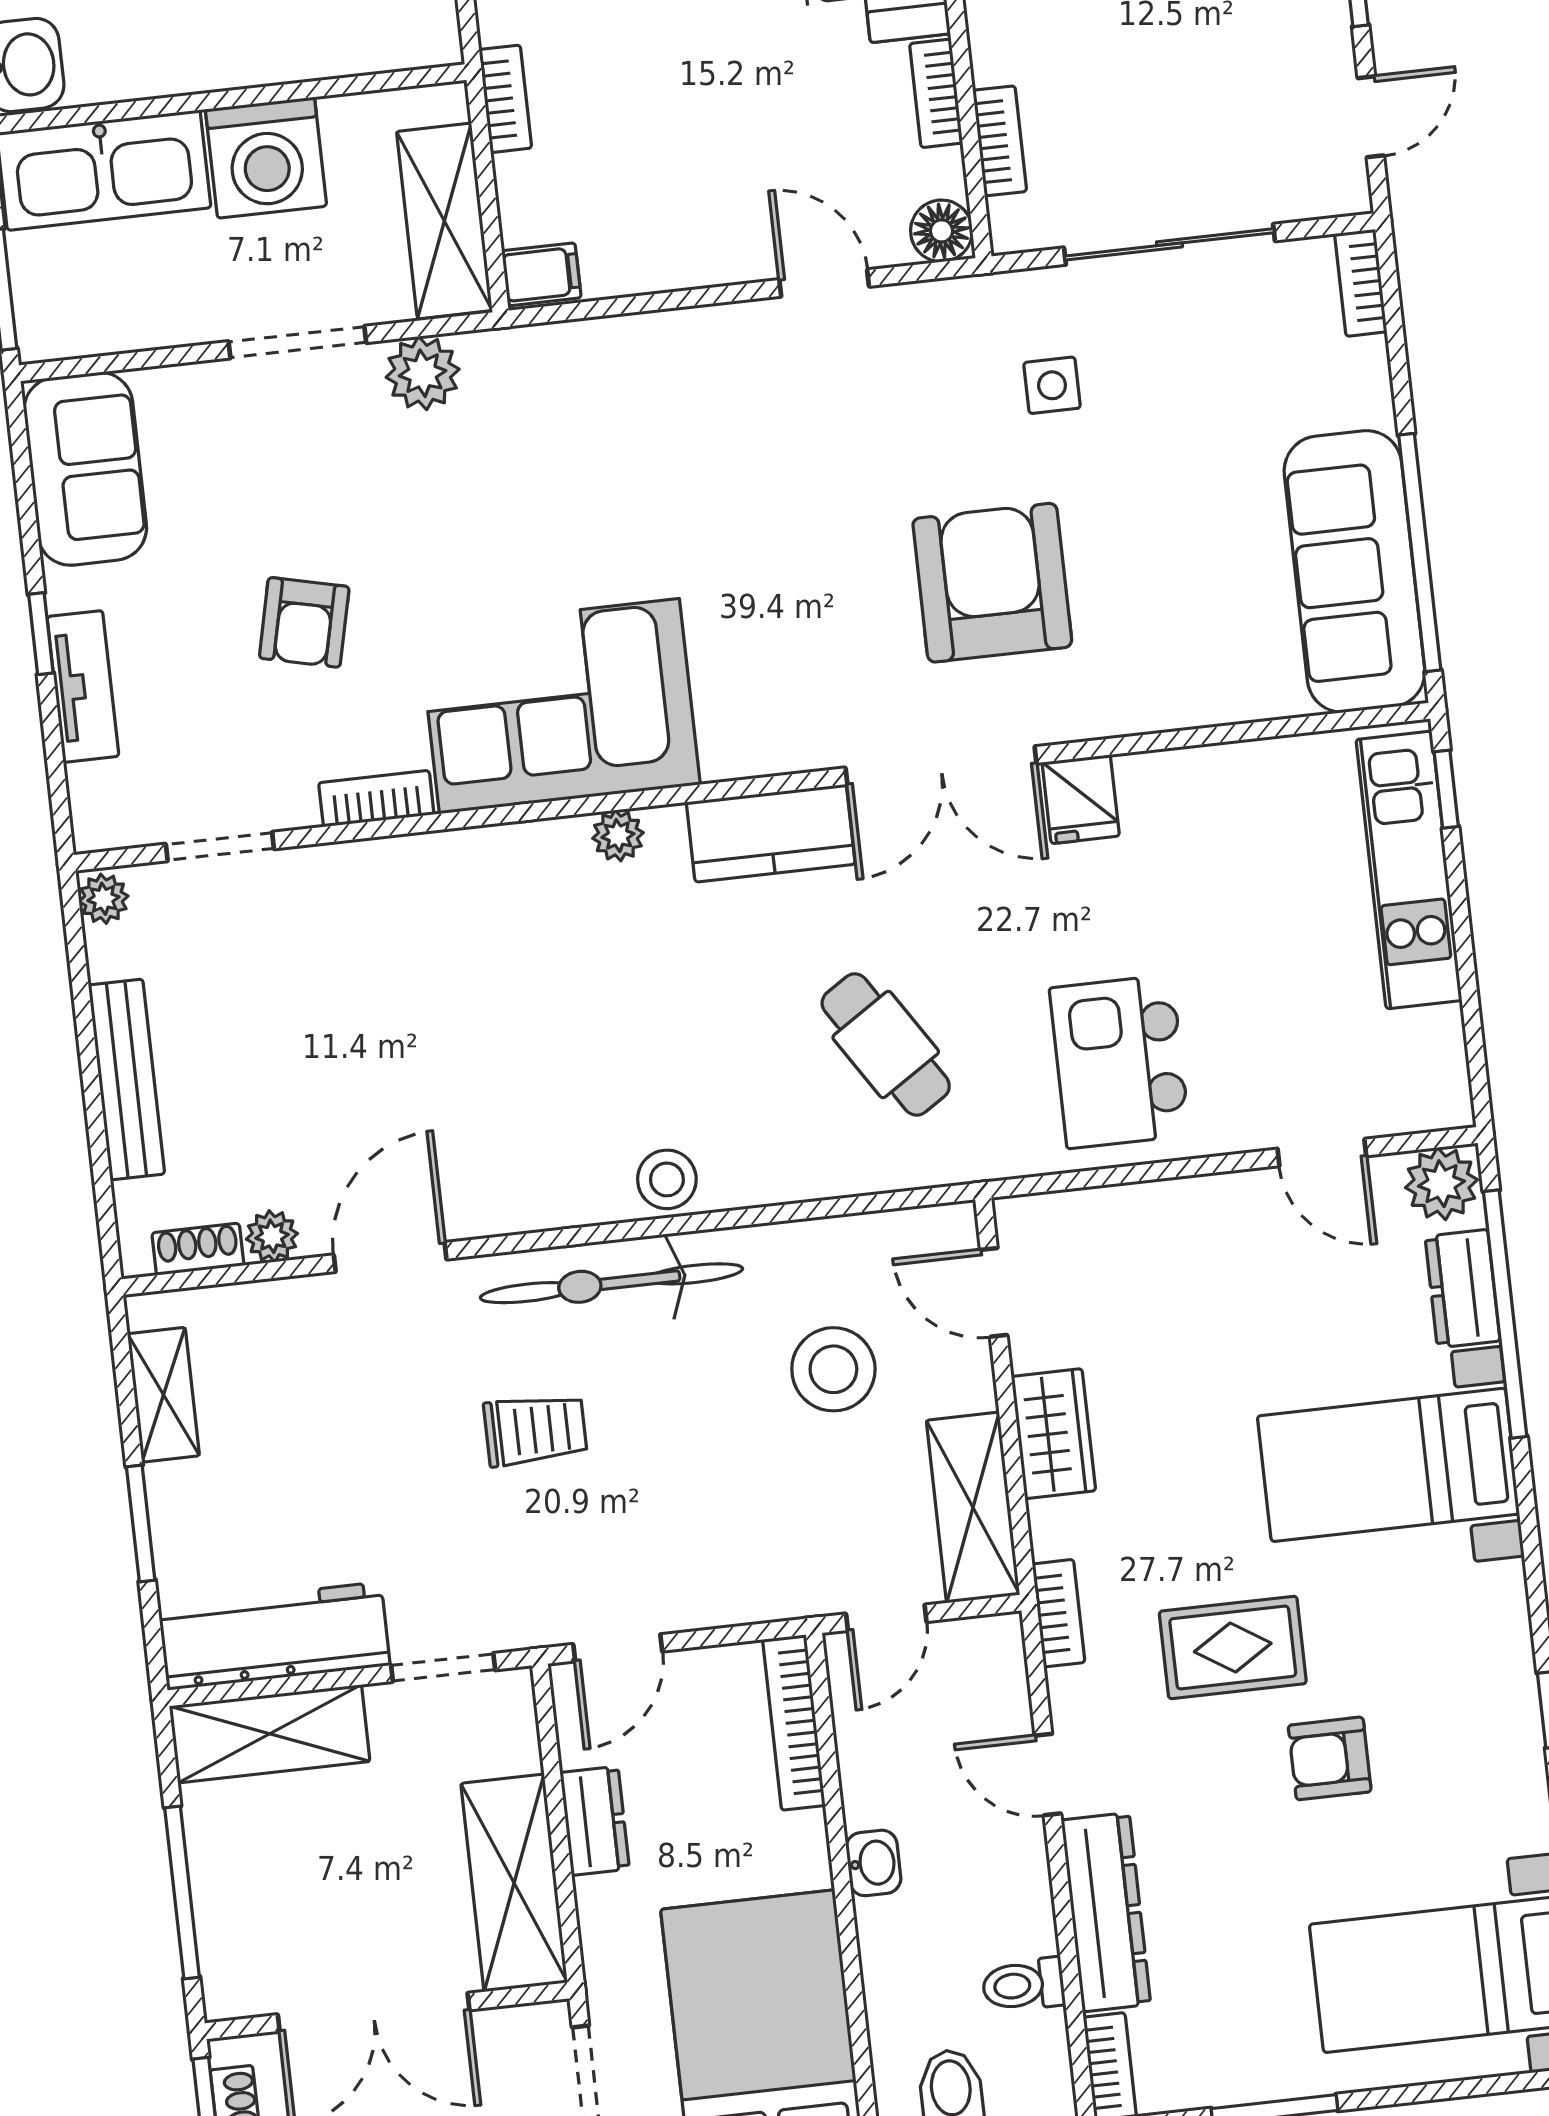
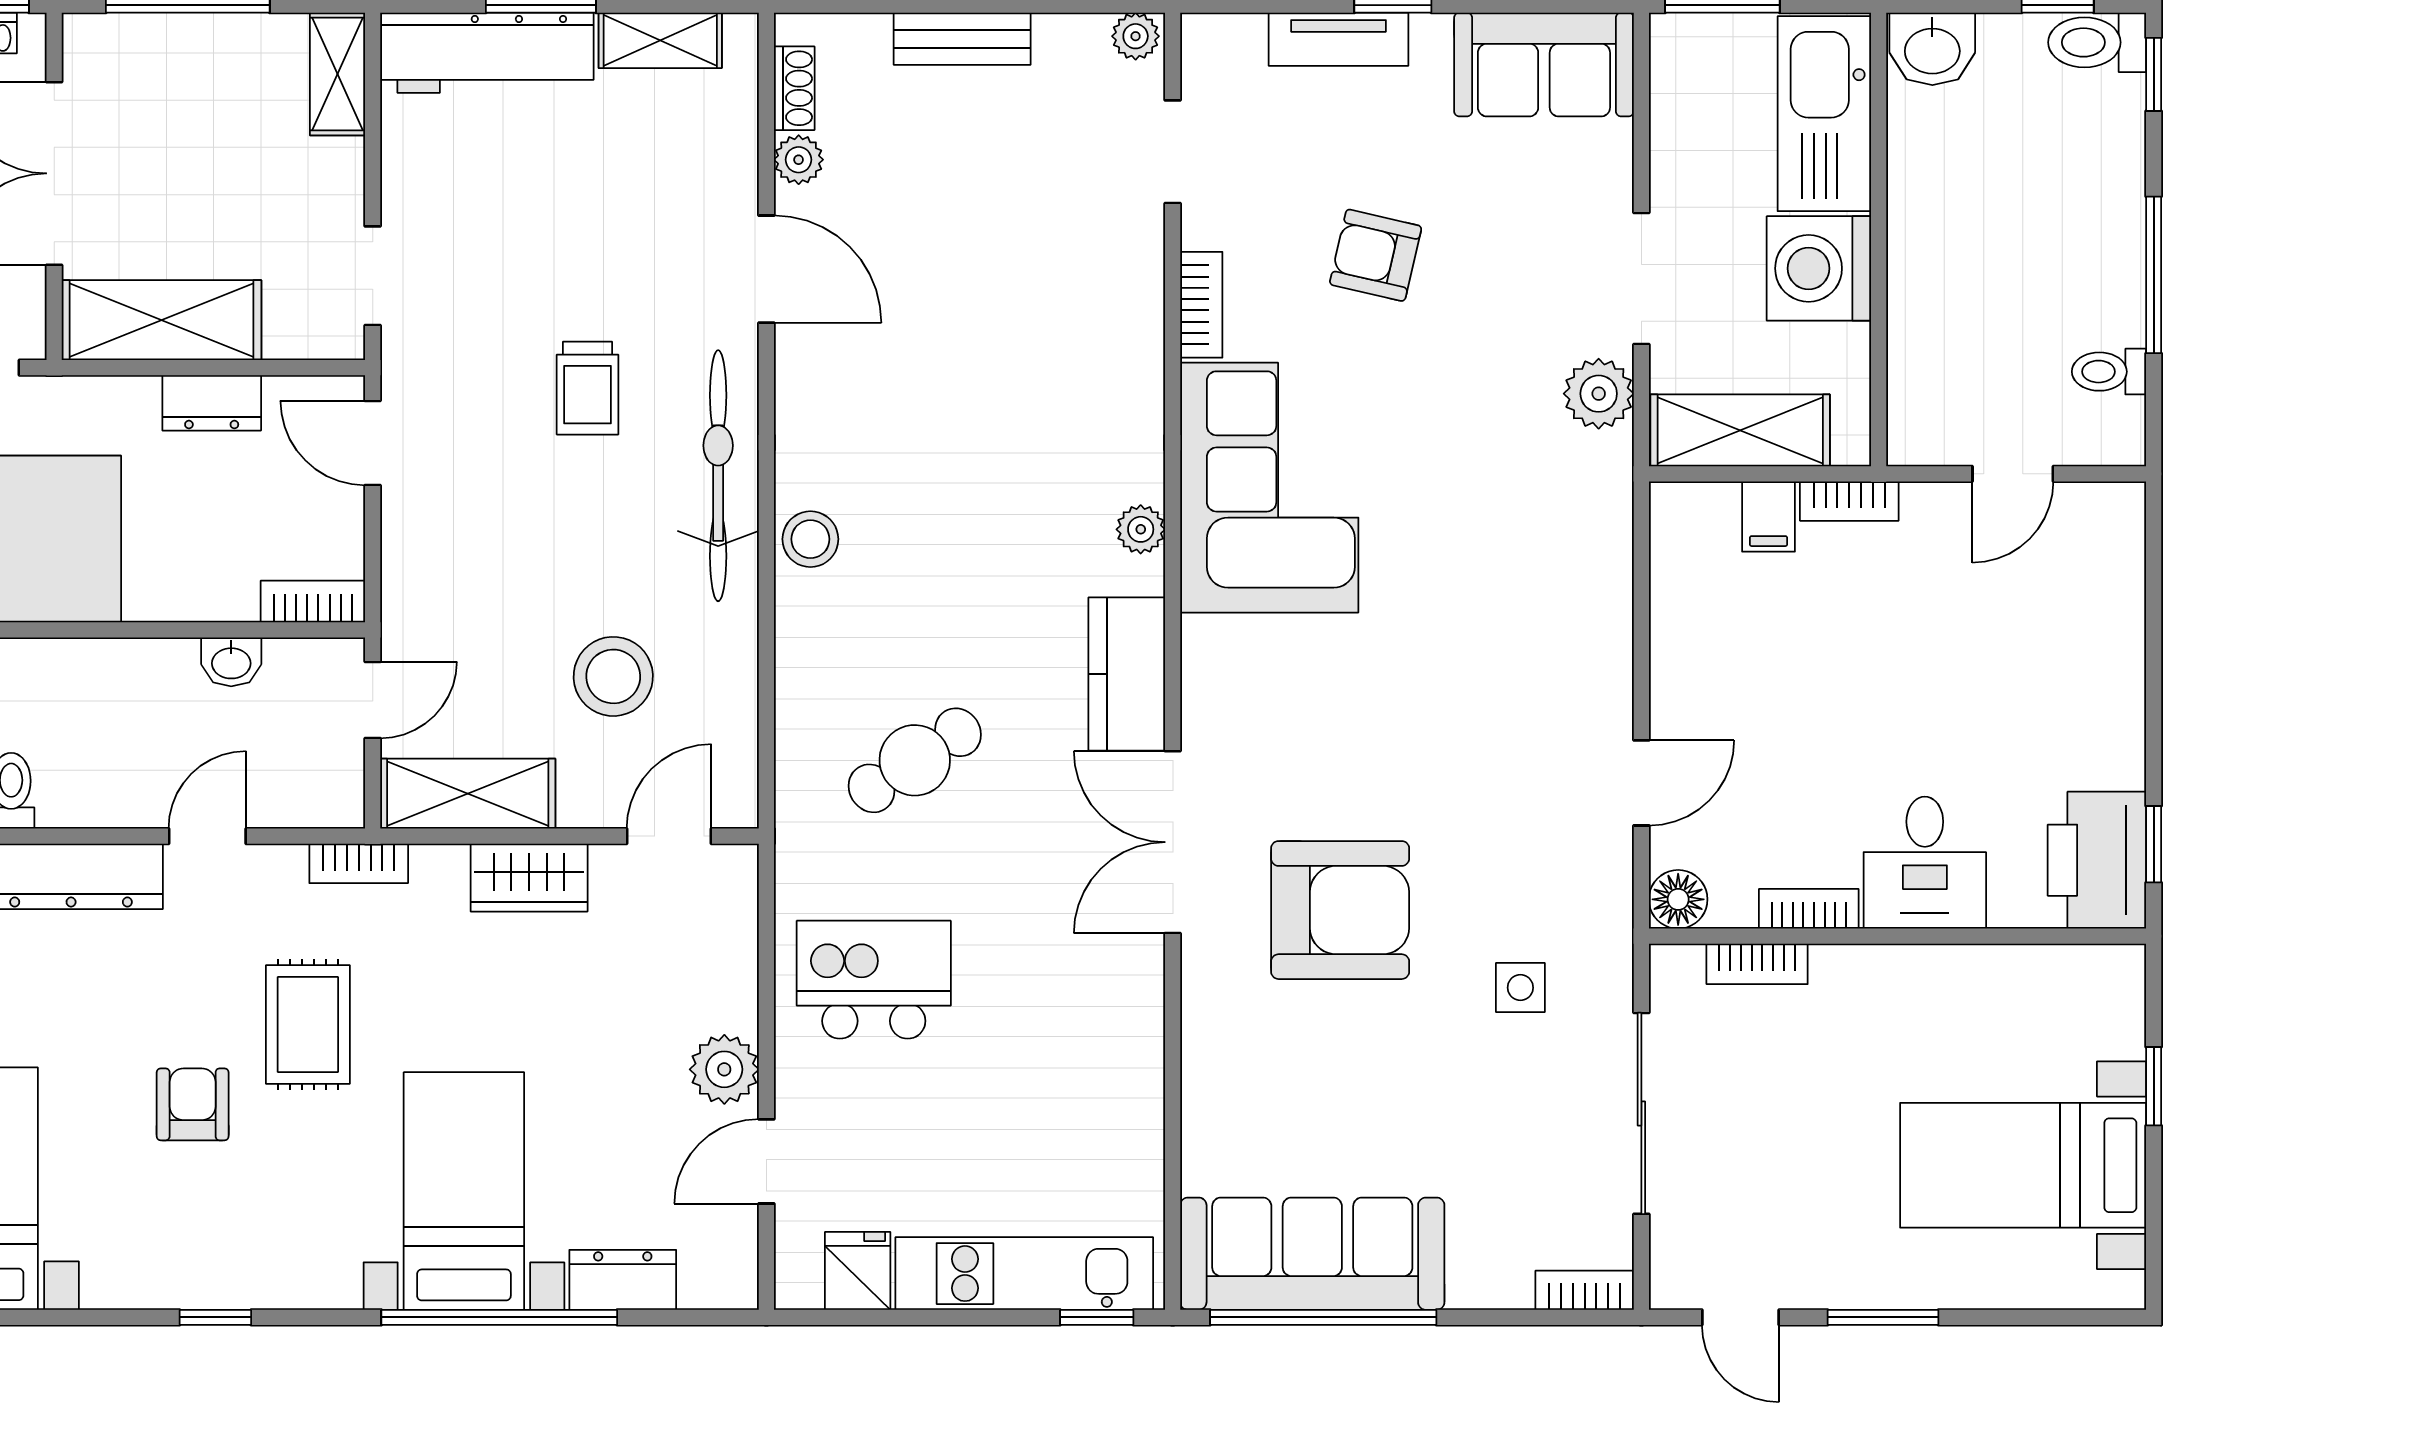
filing cabinet: (541, 274) -> (1769, 516), moved
fridge: (1081, 799) -> (858, 1271), moved, turned 90
bench: (126, 1080) -> (962, 39), width x0.73
plant: (1441, 1184) -> (724, 1069), moved
window: (1505, 1314) -> (499, 1317), moved
door: (886, 1618) -> (373, 700), swing flipped
workbench: (274, 1636) -> (487, 53), moved, turned 90
bookcase: (794, 1723) -> (313, 602), width x0.64
shelving: (270, 1734) -> (338, 74), width x0.67, depth x0.75
washbasin: (873, 1863) -> (231, 662), moved

